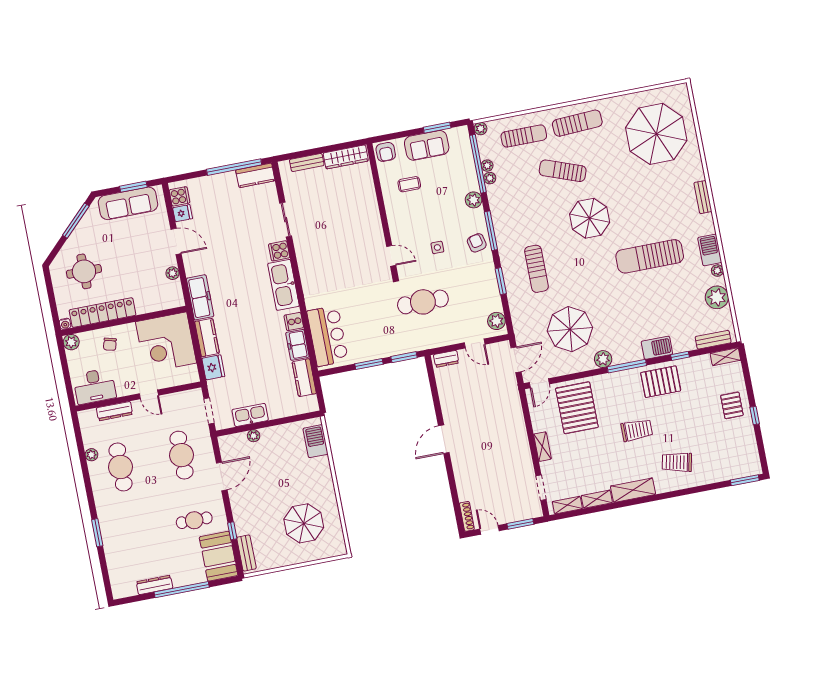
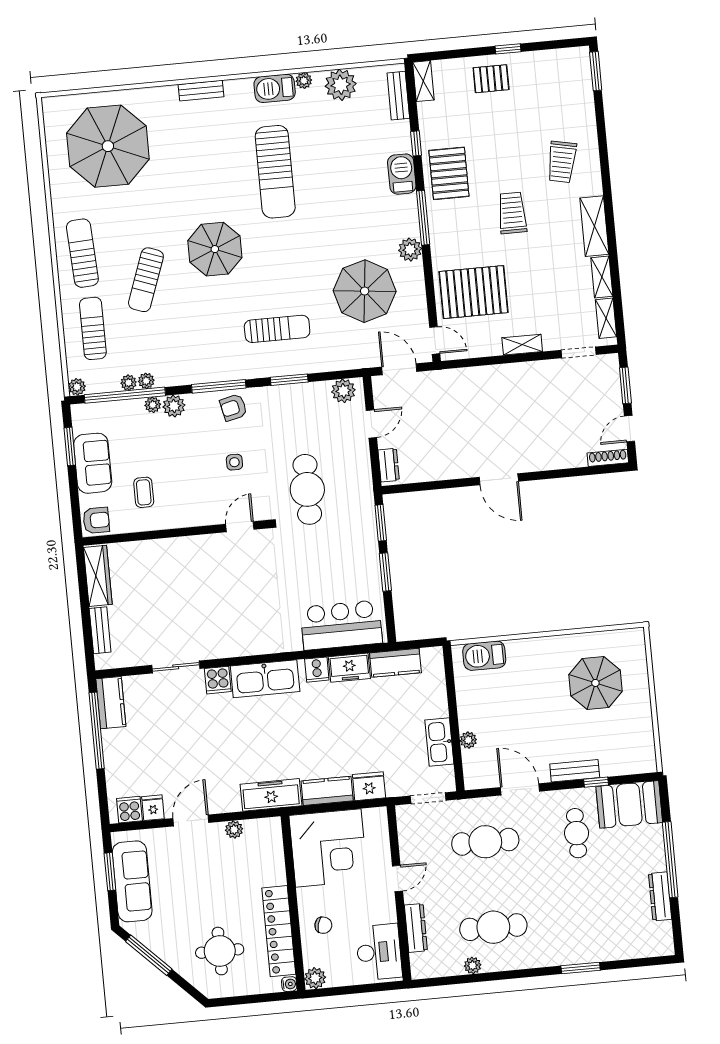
plant: (473, 185) -> (153, 405), added
bench: (246, 553) -> (575, 771), moved

